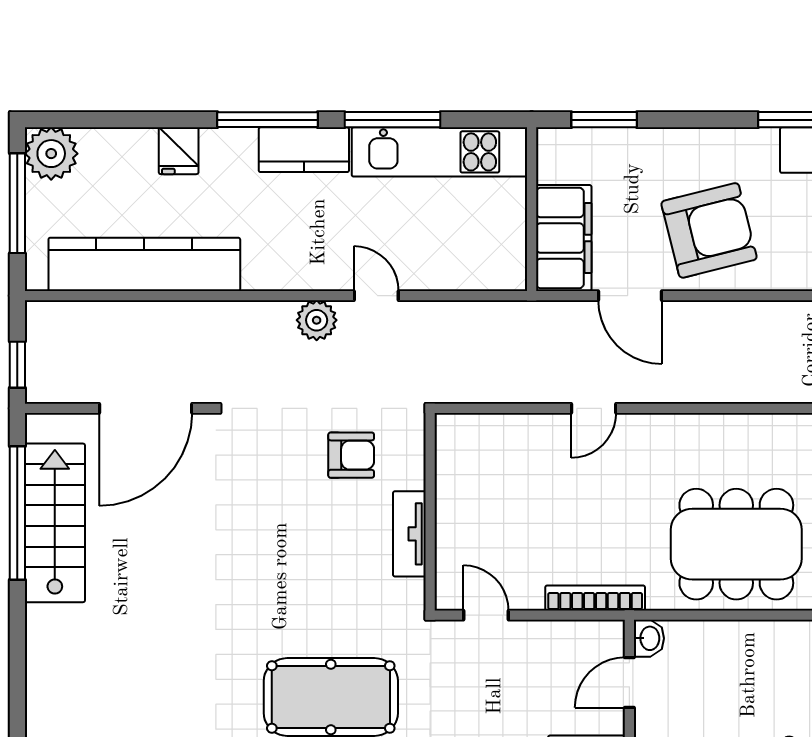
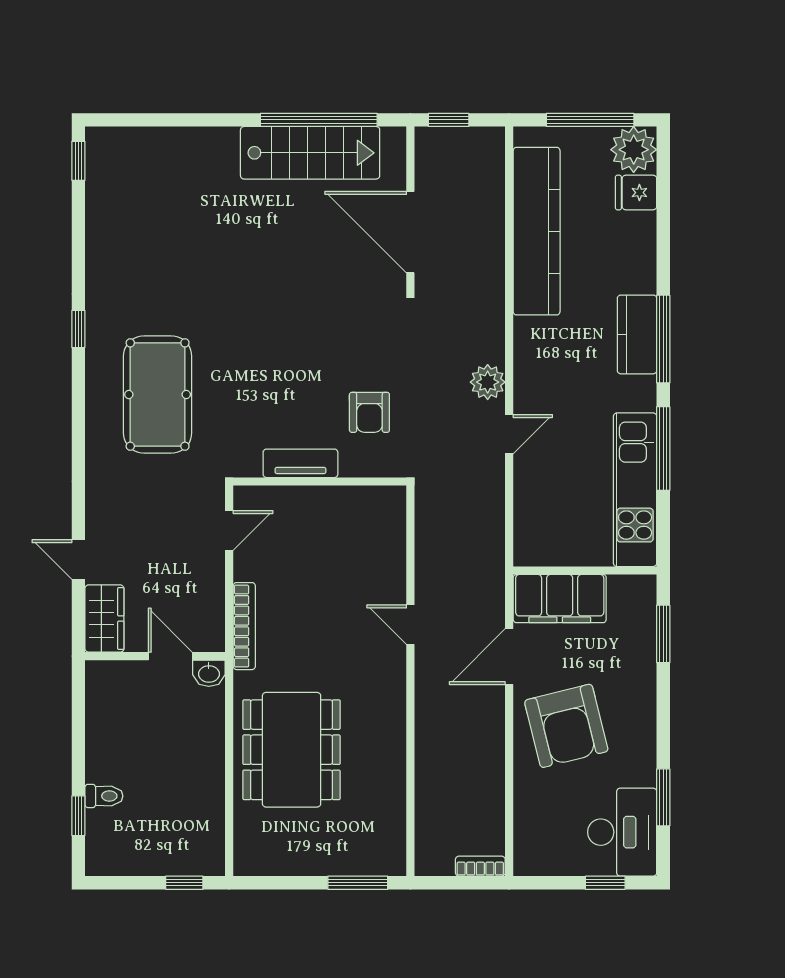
kitchen counter: (304, 150) -> (637, 334), moved
fridge: (179, 151) -> (636, 193), moved

